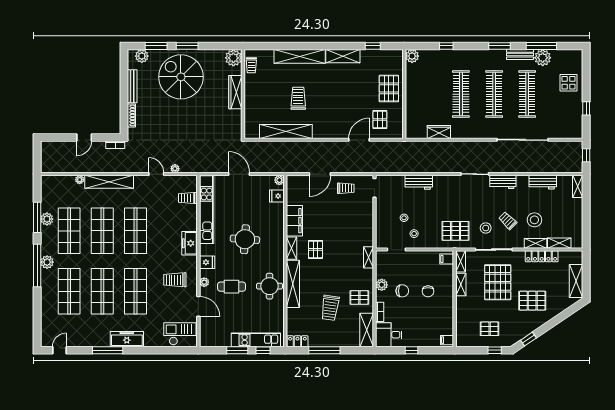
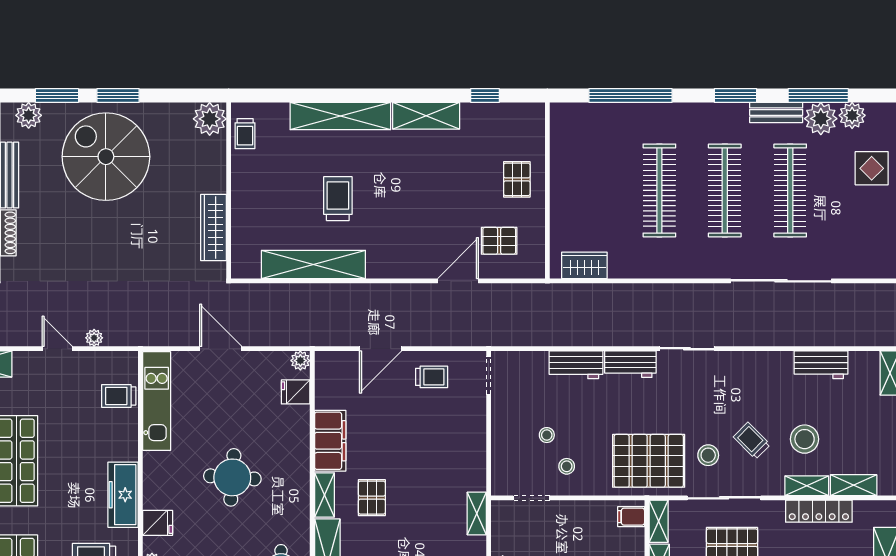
window: (446, 46) -> (630, 95), width x3.17
plant: (412, 56) -> (852, 115), moved
pallet: (389, 88) -> (517, 179), width x0.67, depth x0.71
wardrobe: (235, 92) -> (214, 228), moved
pallet: (380, 119) -> (499, 241), turned 90
wardrobe: (439, 132) -> (584, 265), moved
workbench: (503, 182) -> (630, 364), moved
kitchen unit: (207, 210) -> (157, 401), width x0.73
pallet: (456, 231) -> (649, 461), width x1.37, depth x1.41
freezer: (190, 243) -> (123, 495), width x1.40

